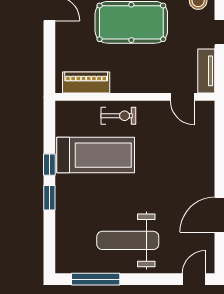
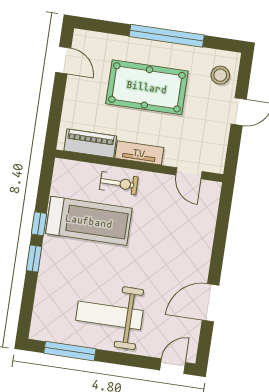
tv unit: (206, 71) -> (139, 153), moved, turned 90

